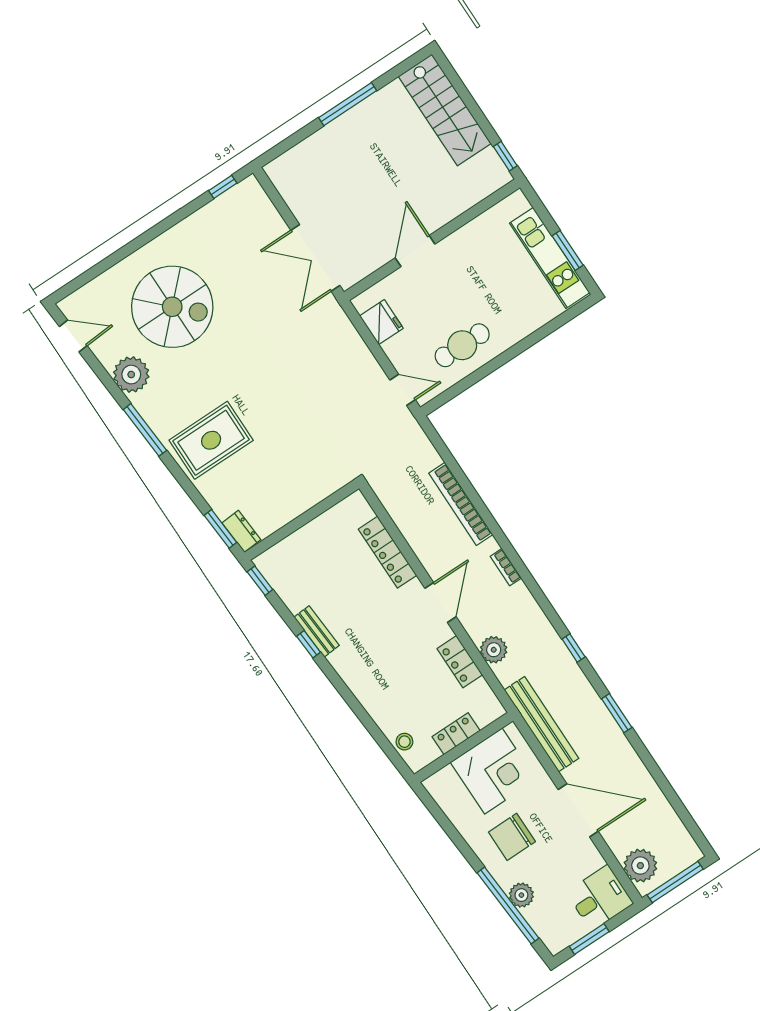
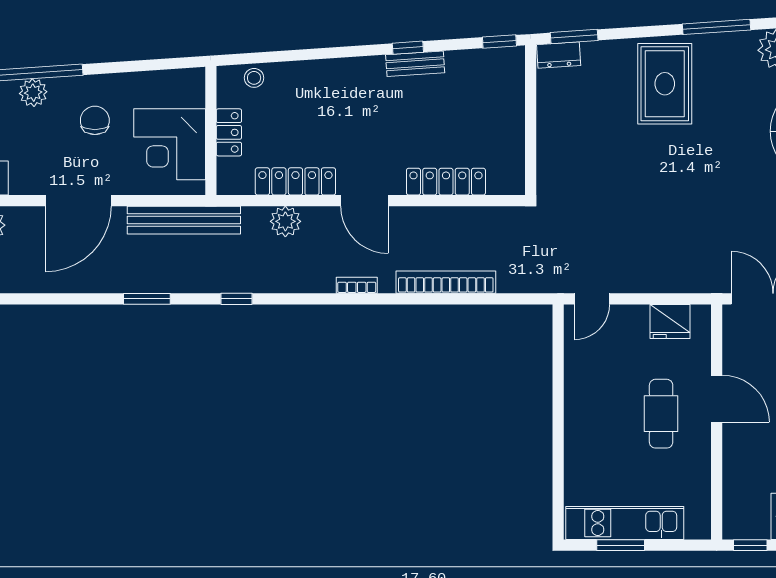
cafe table: (462, 345) -> (661, 414), moved
locker: (460, 662) -> (295, 181), width x1.53
chair: (512, 837) -> (95, 120), width x0.73, depth x0.73

